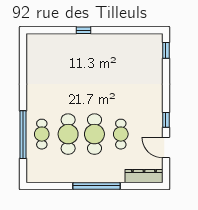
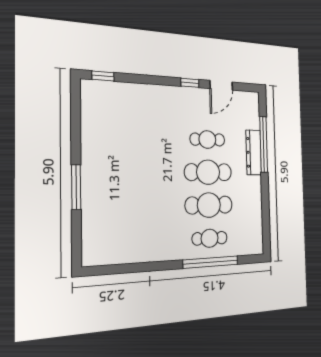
window: (83, 30) -> (76, 187), width x2.17
dresser: (144, 176) -> (254, 152), moved
window: (96, 186) -> (264, 144), moved

